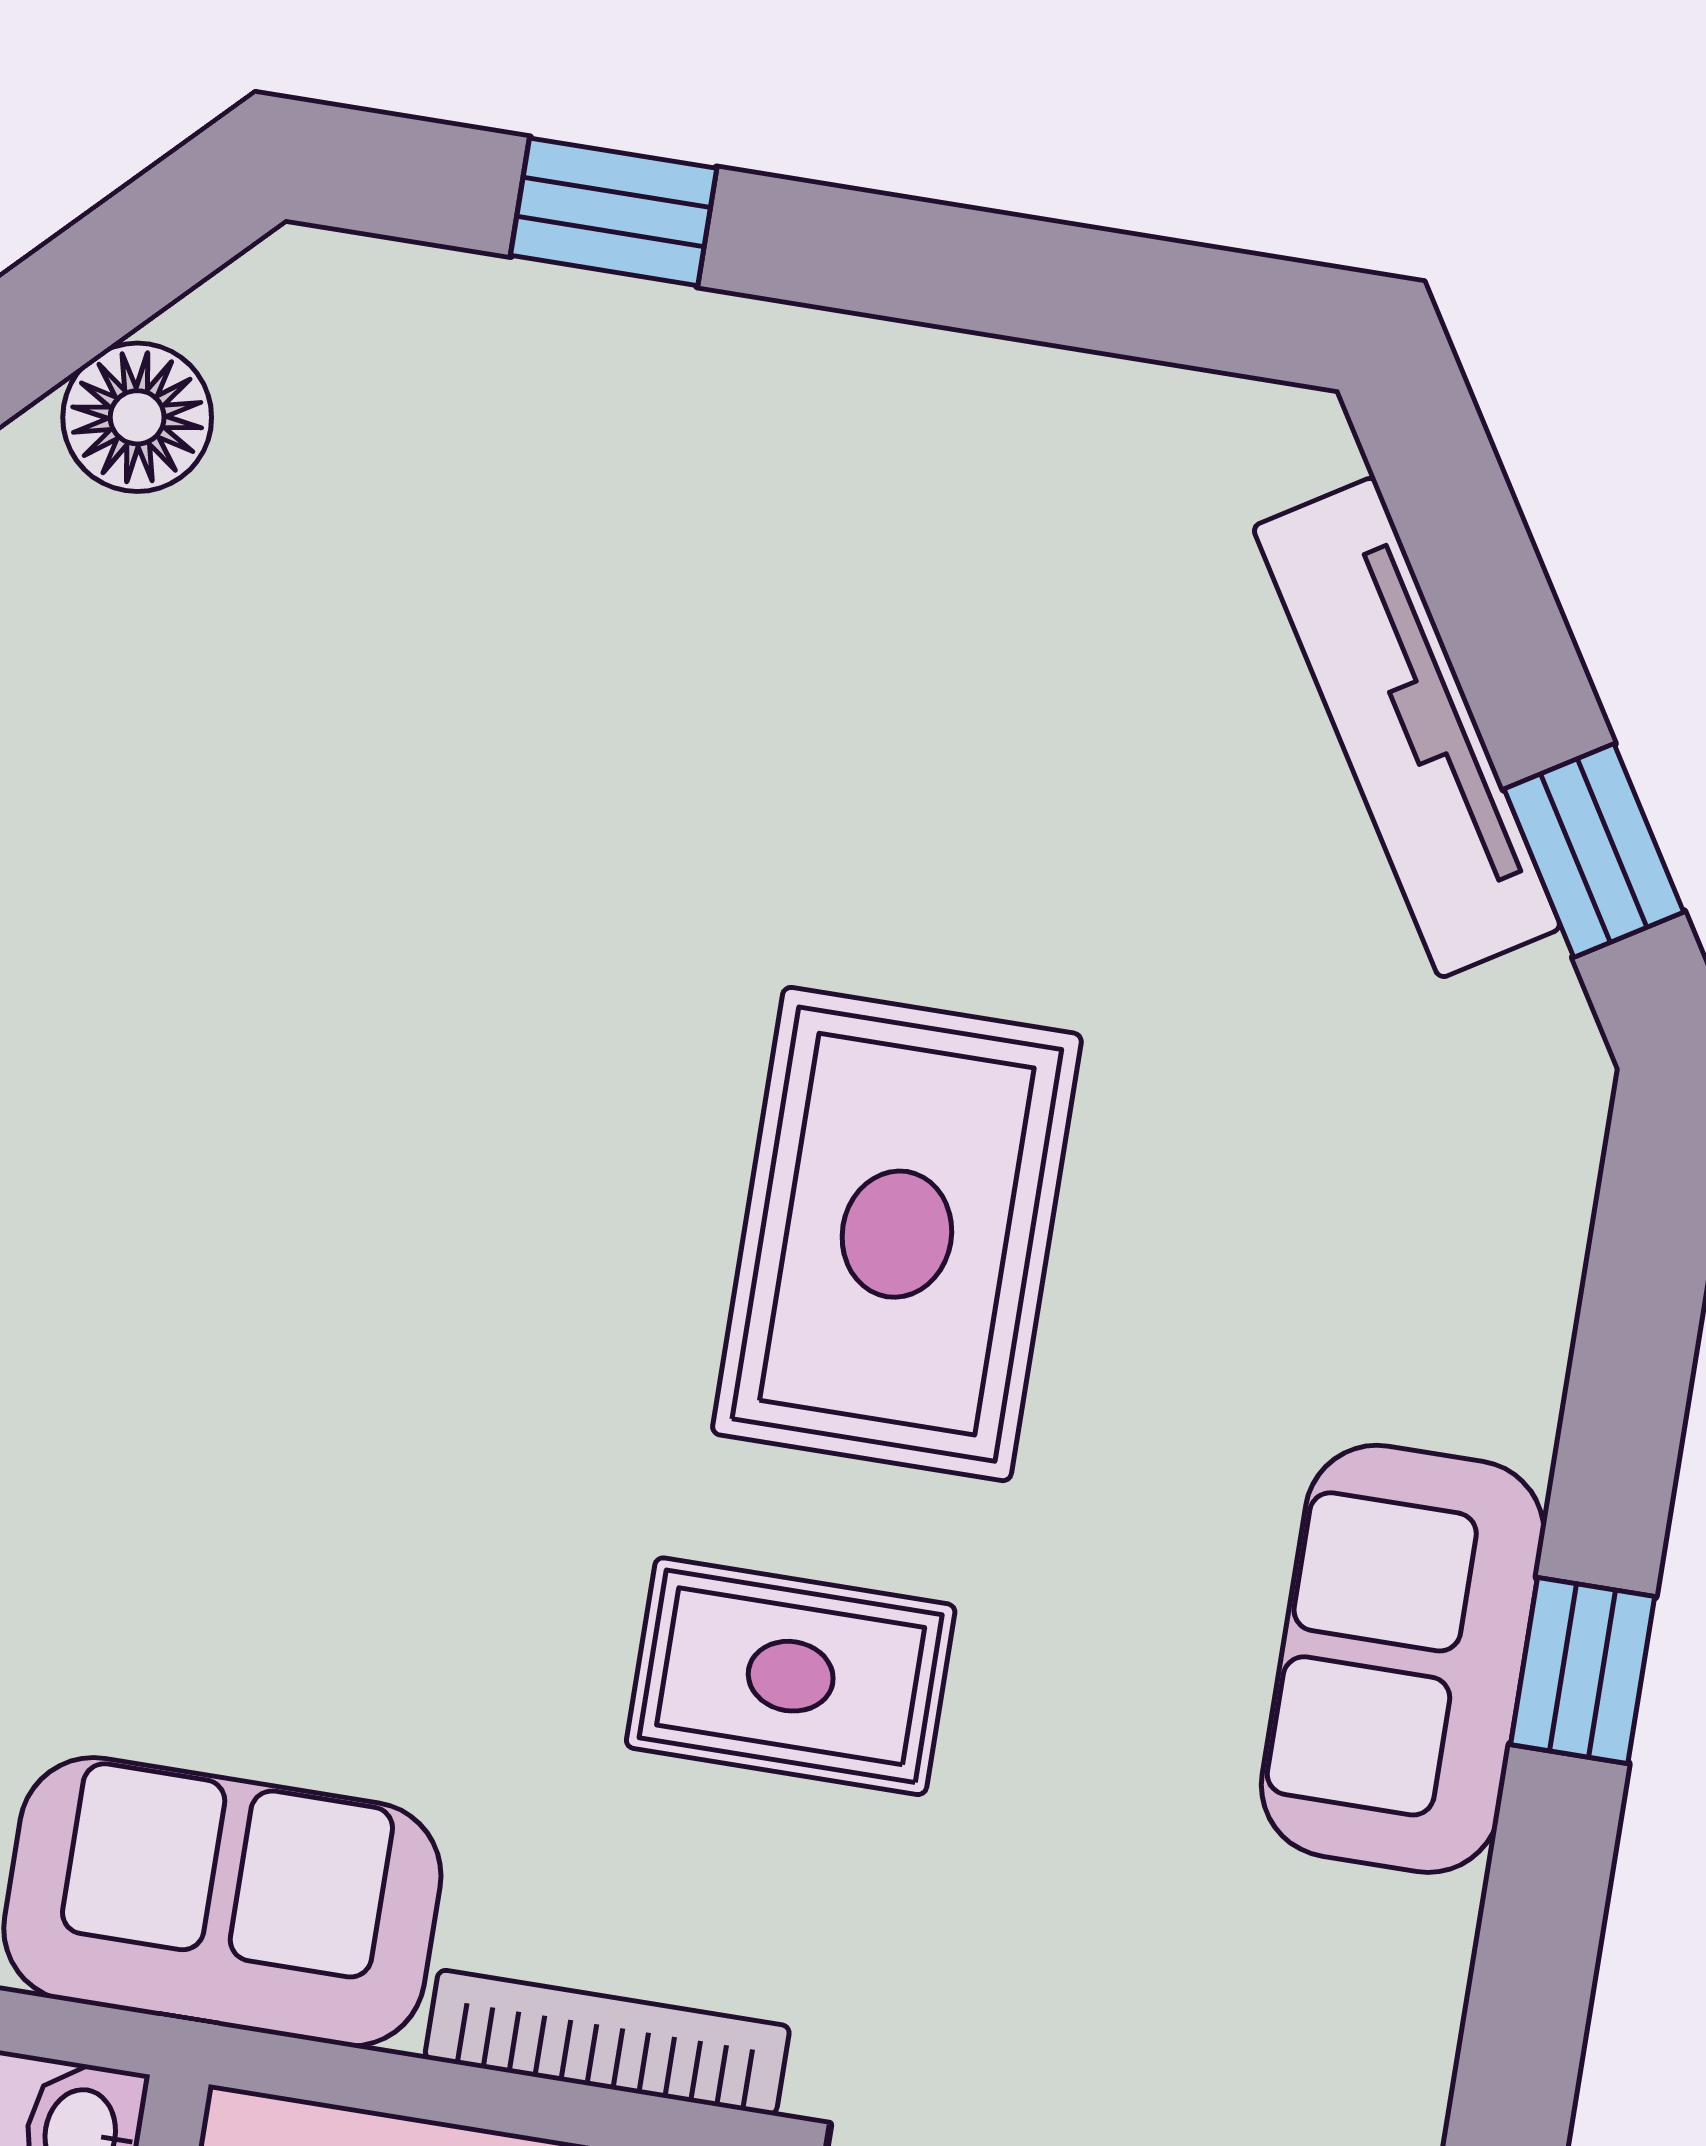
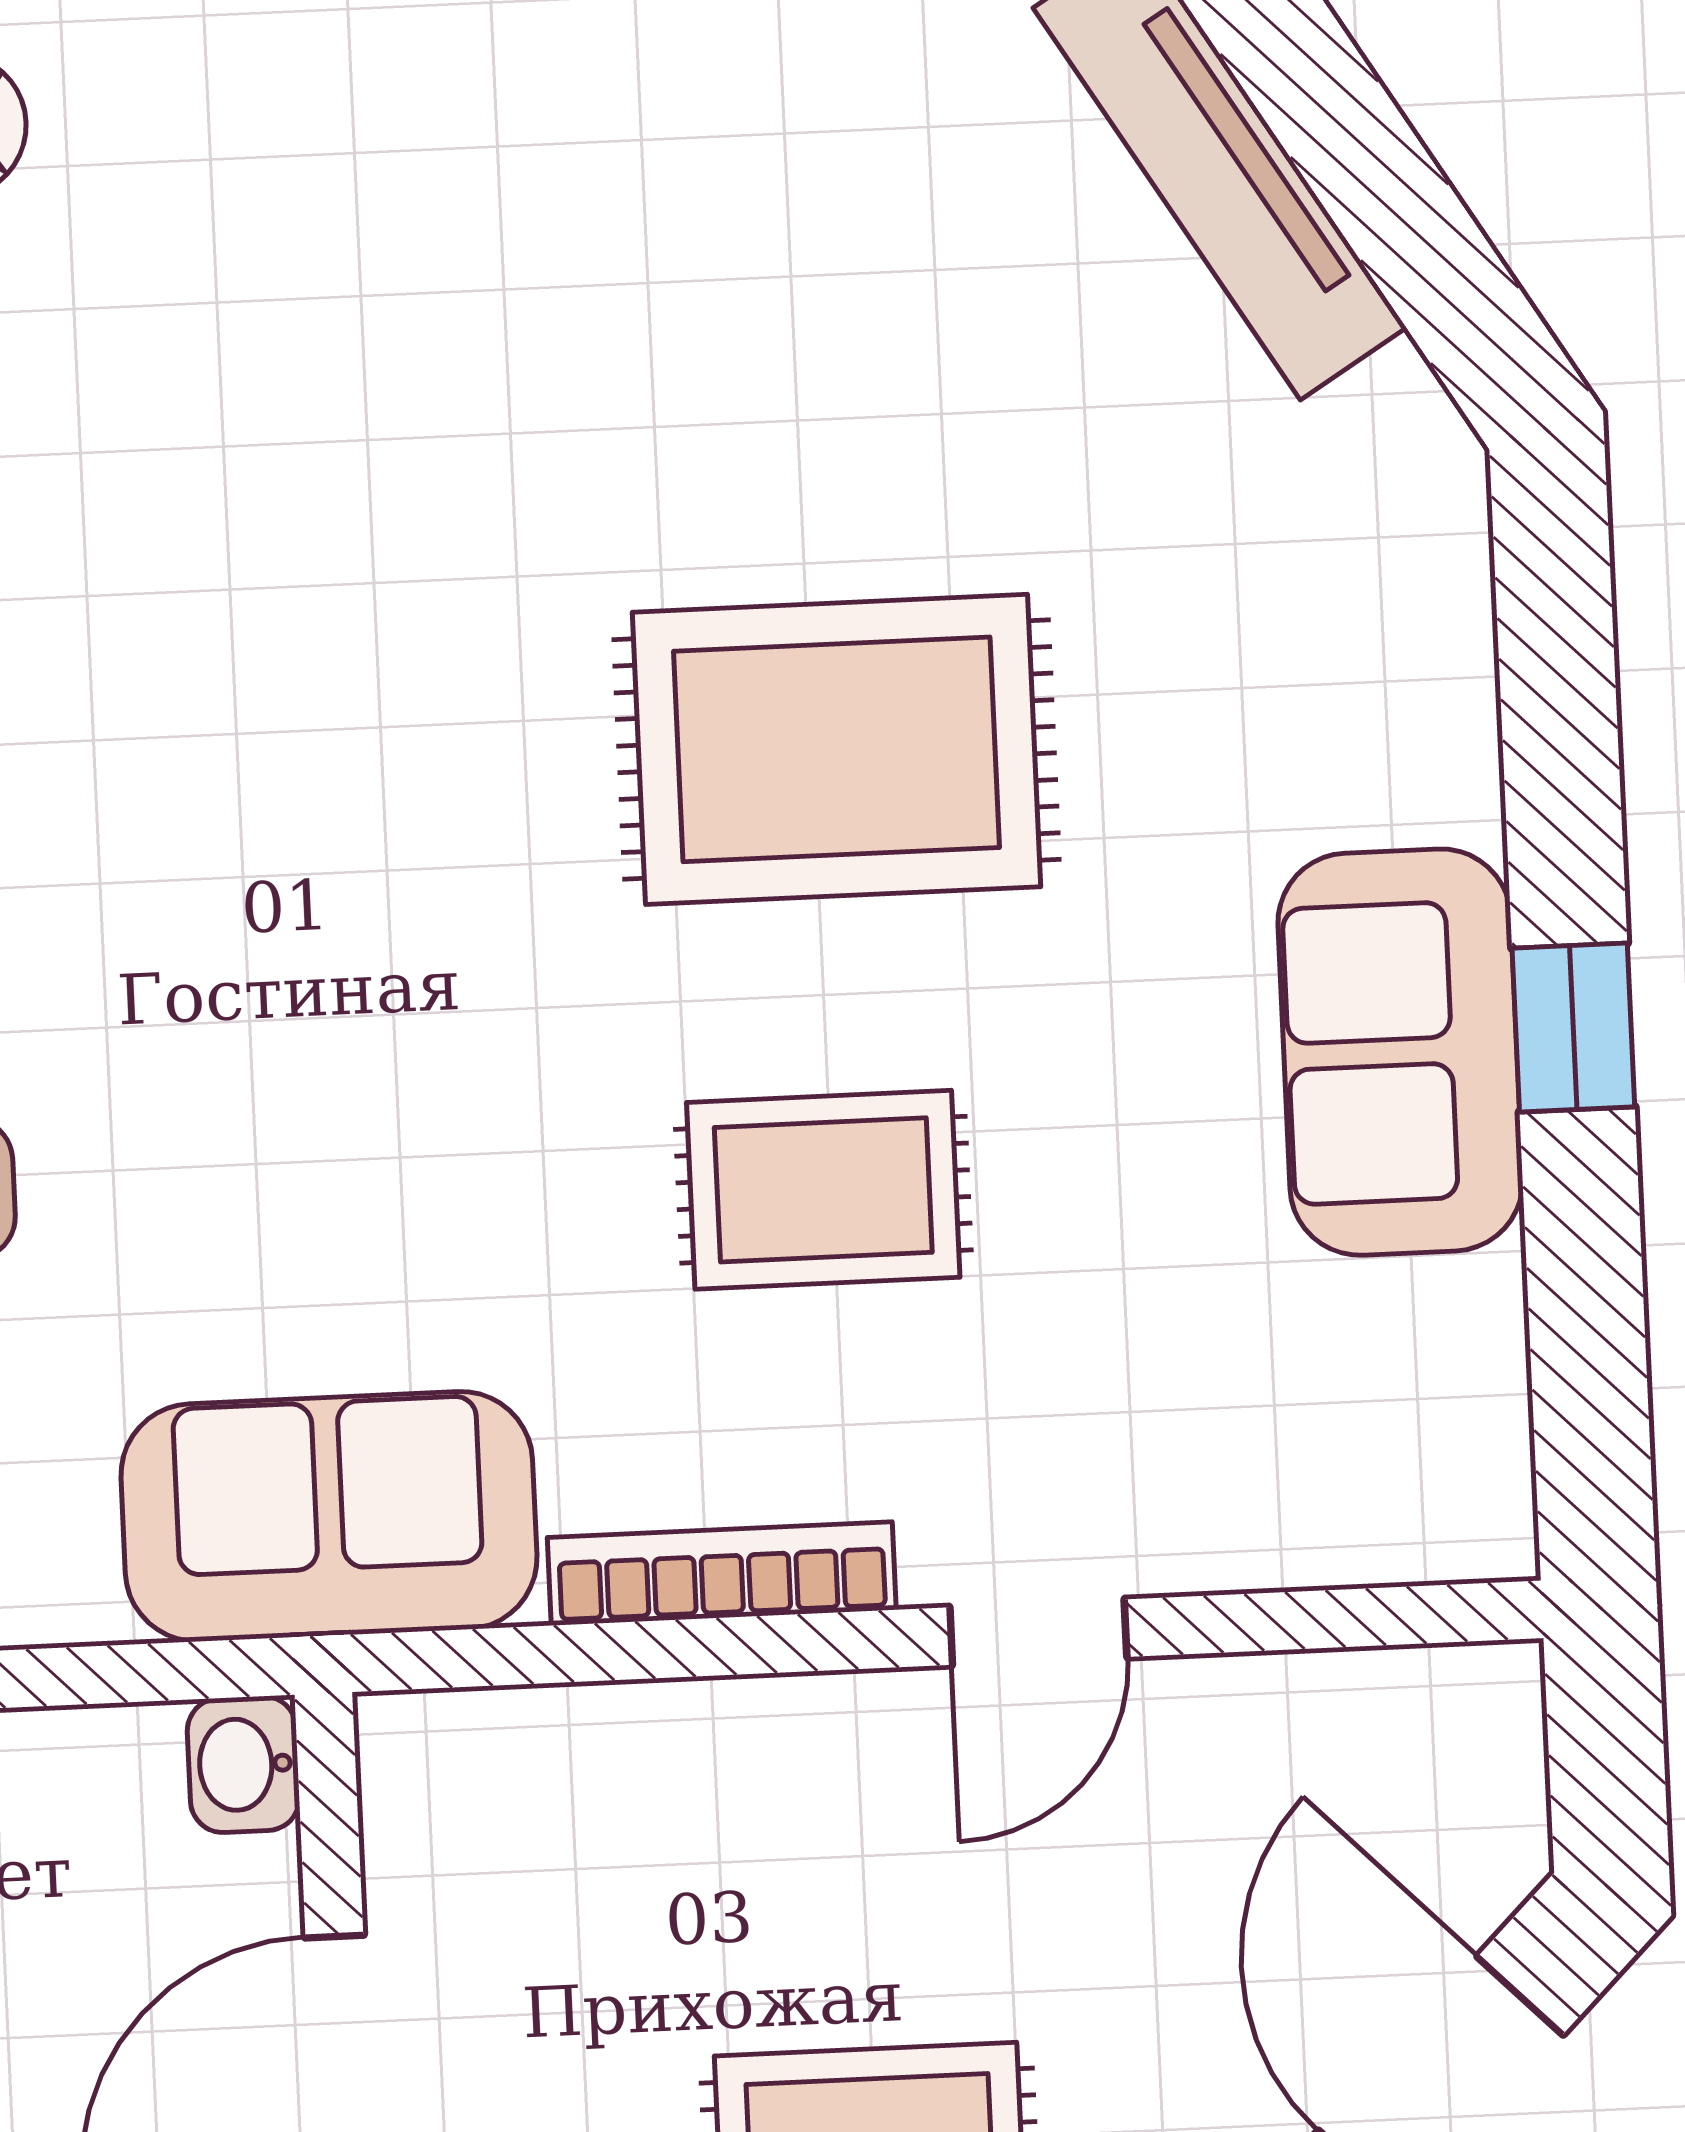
window: (1594, 850) -> (1422, 247), removed
rug: (897, 1234) -> (836, 749), turned 90

